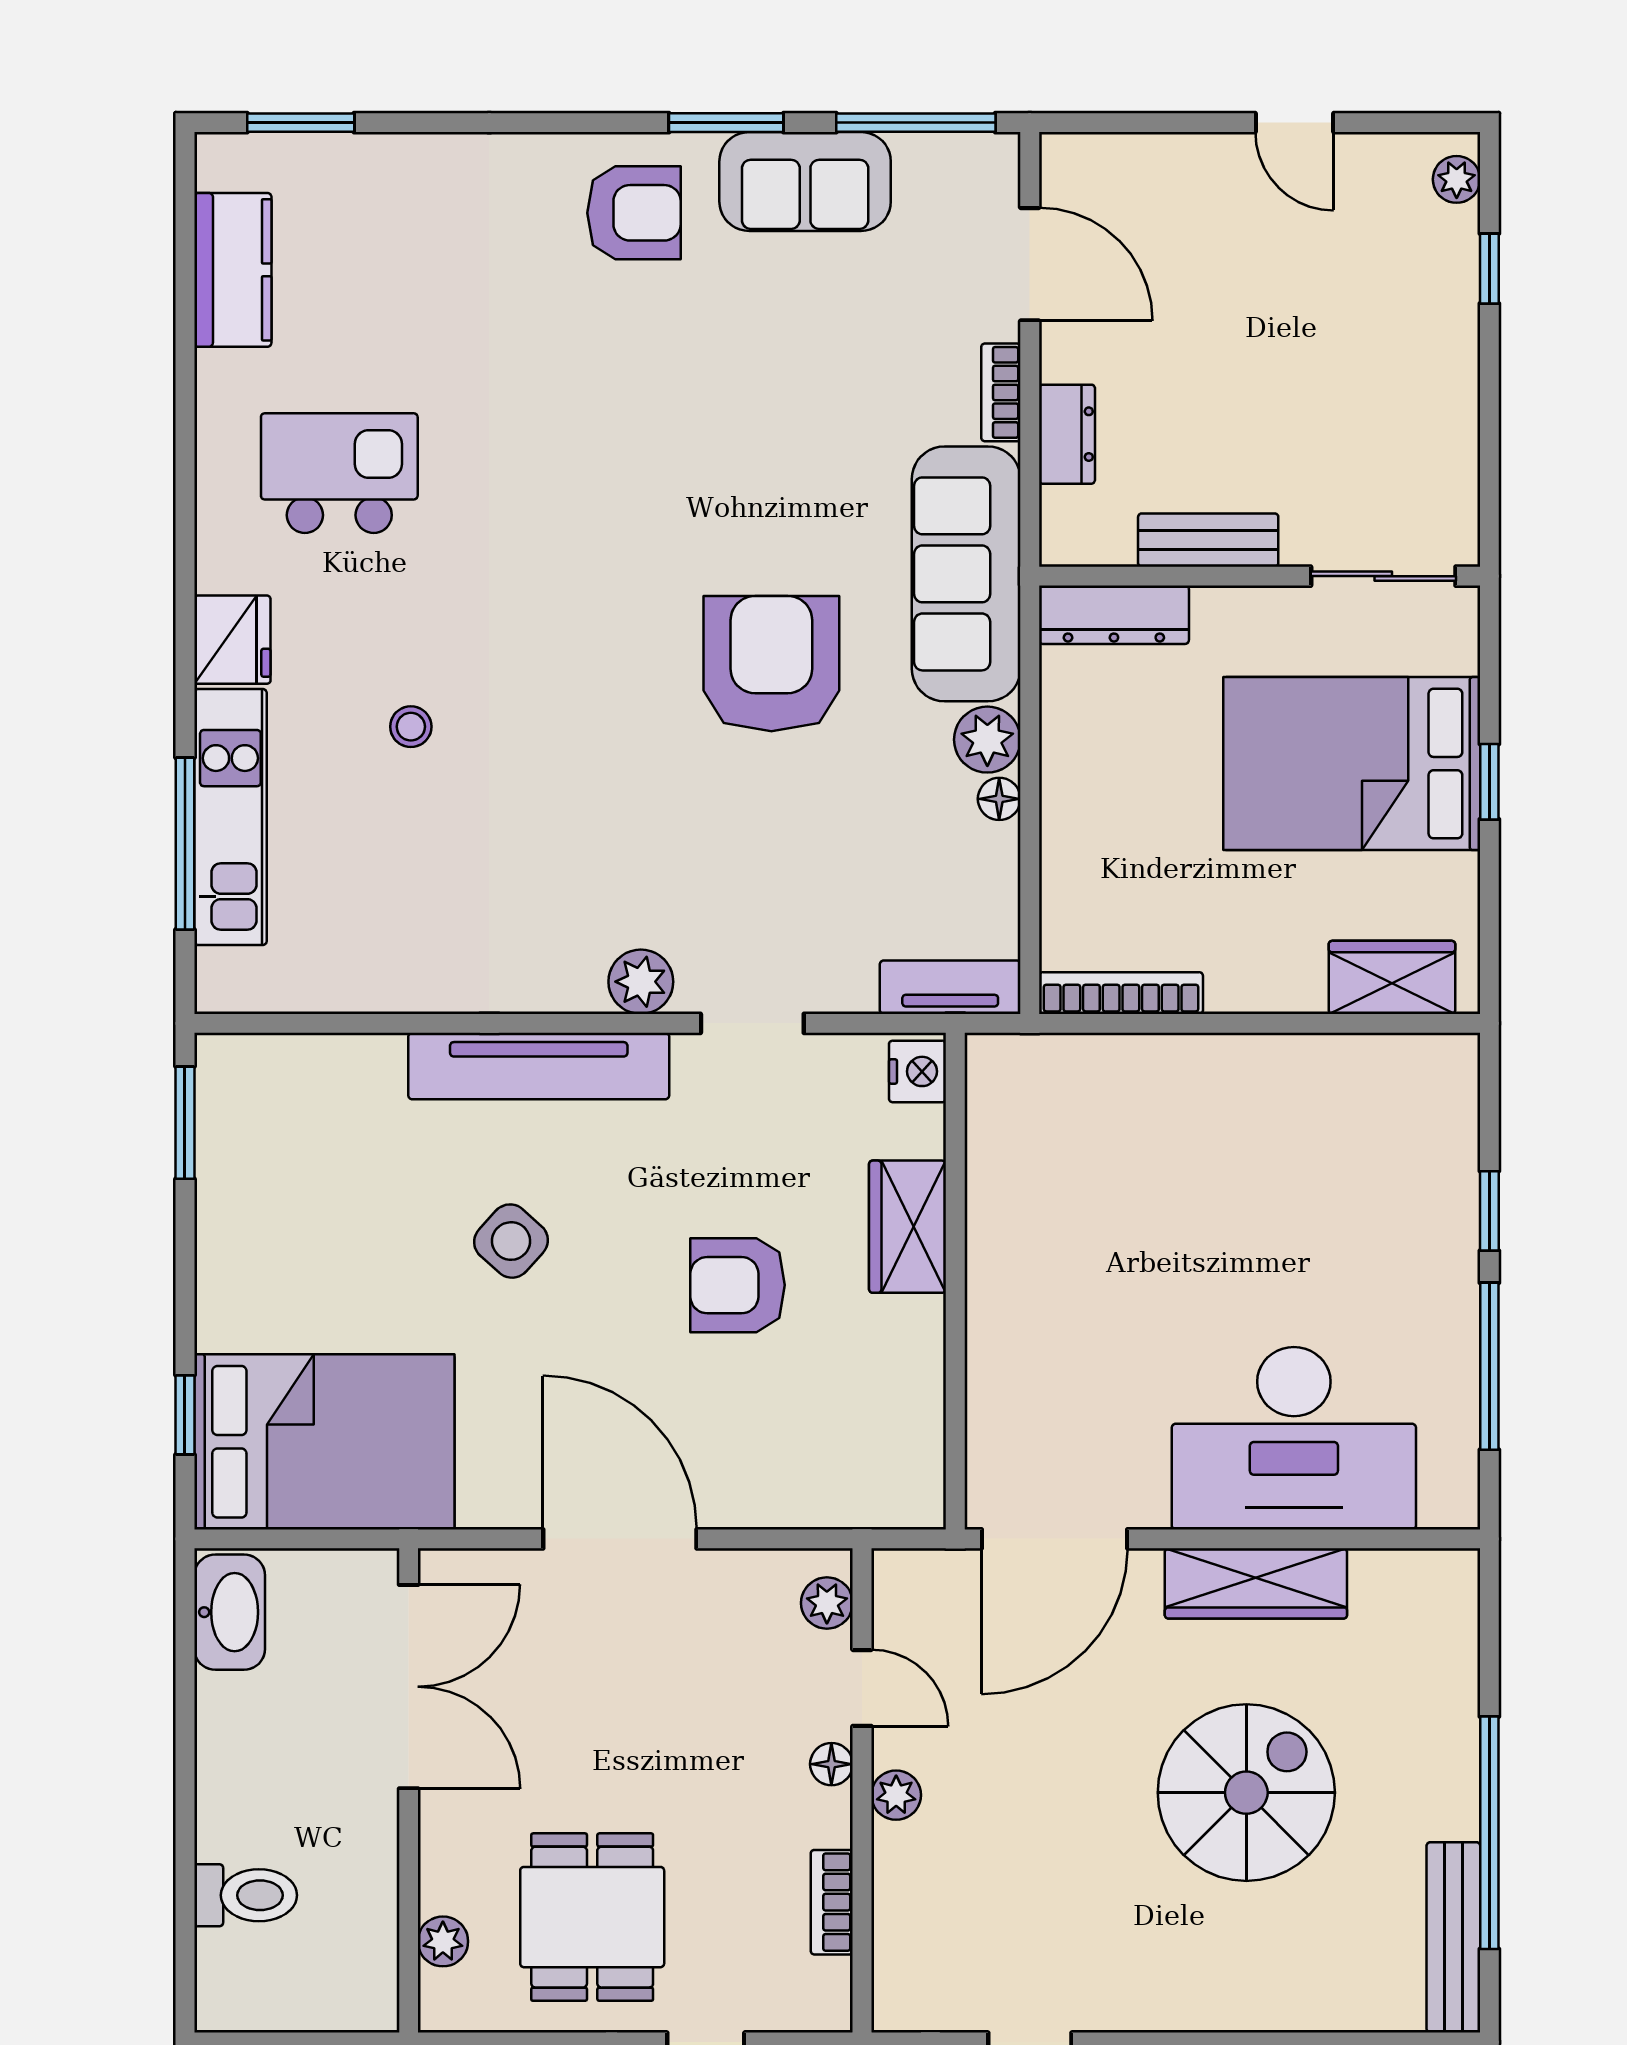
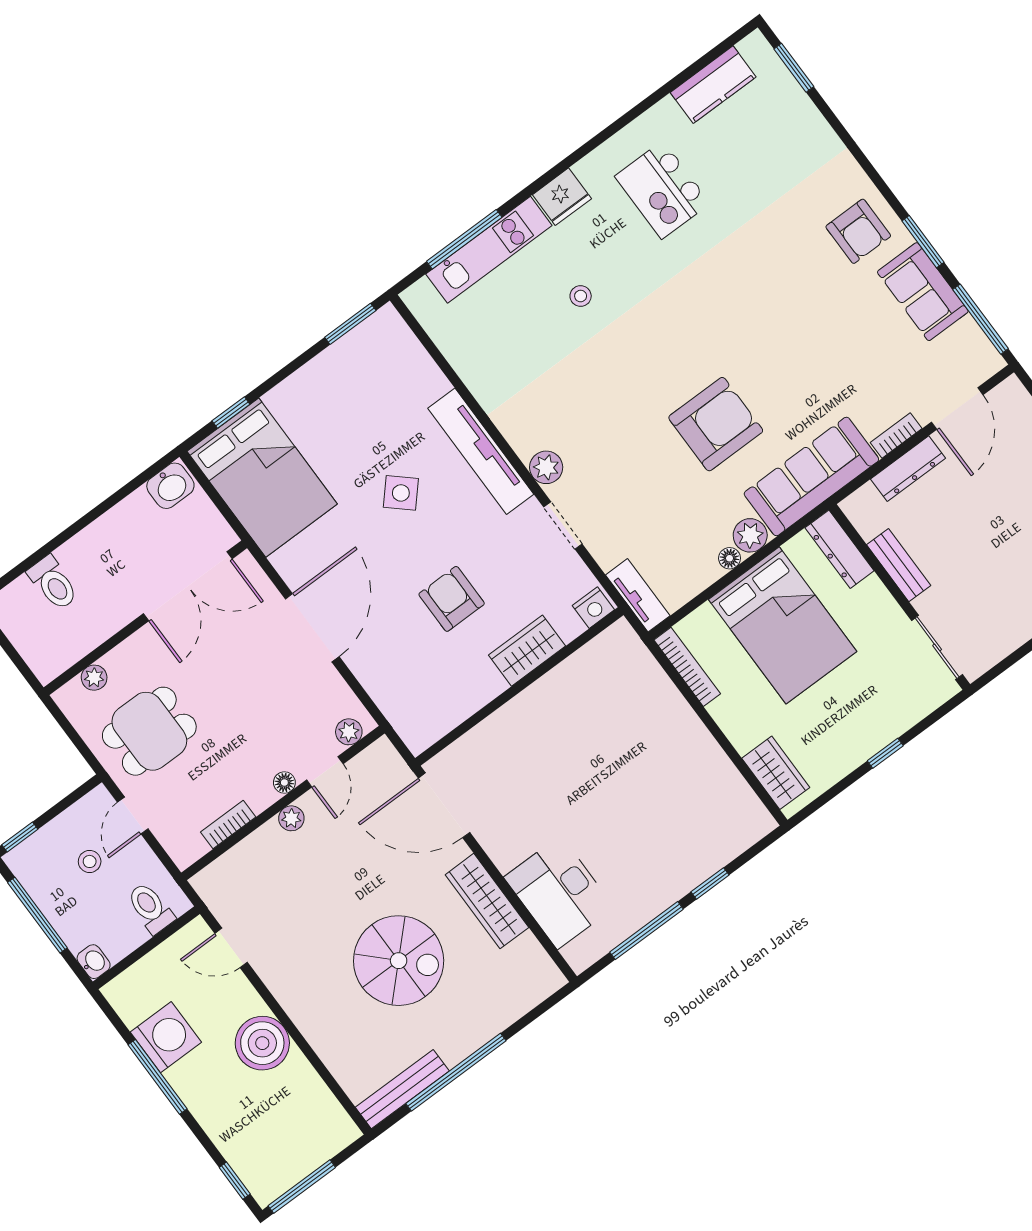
dresser: (1067, 434) -> (908, 469), width x1.44
kitchen island: (339, 473) -> (662, 190), turned 180
bed: (1352, 764) -> (783, 625), moved, turned 180
desk: (1294, 1438) -> (559, 892), width x0.73, depth x0.77
washbasin: (230, 1612) -> (170, 486), width x0.72

